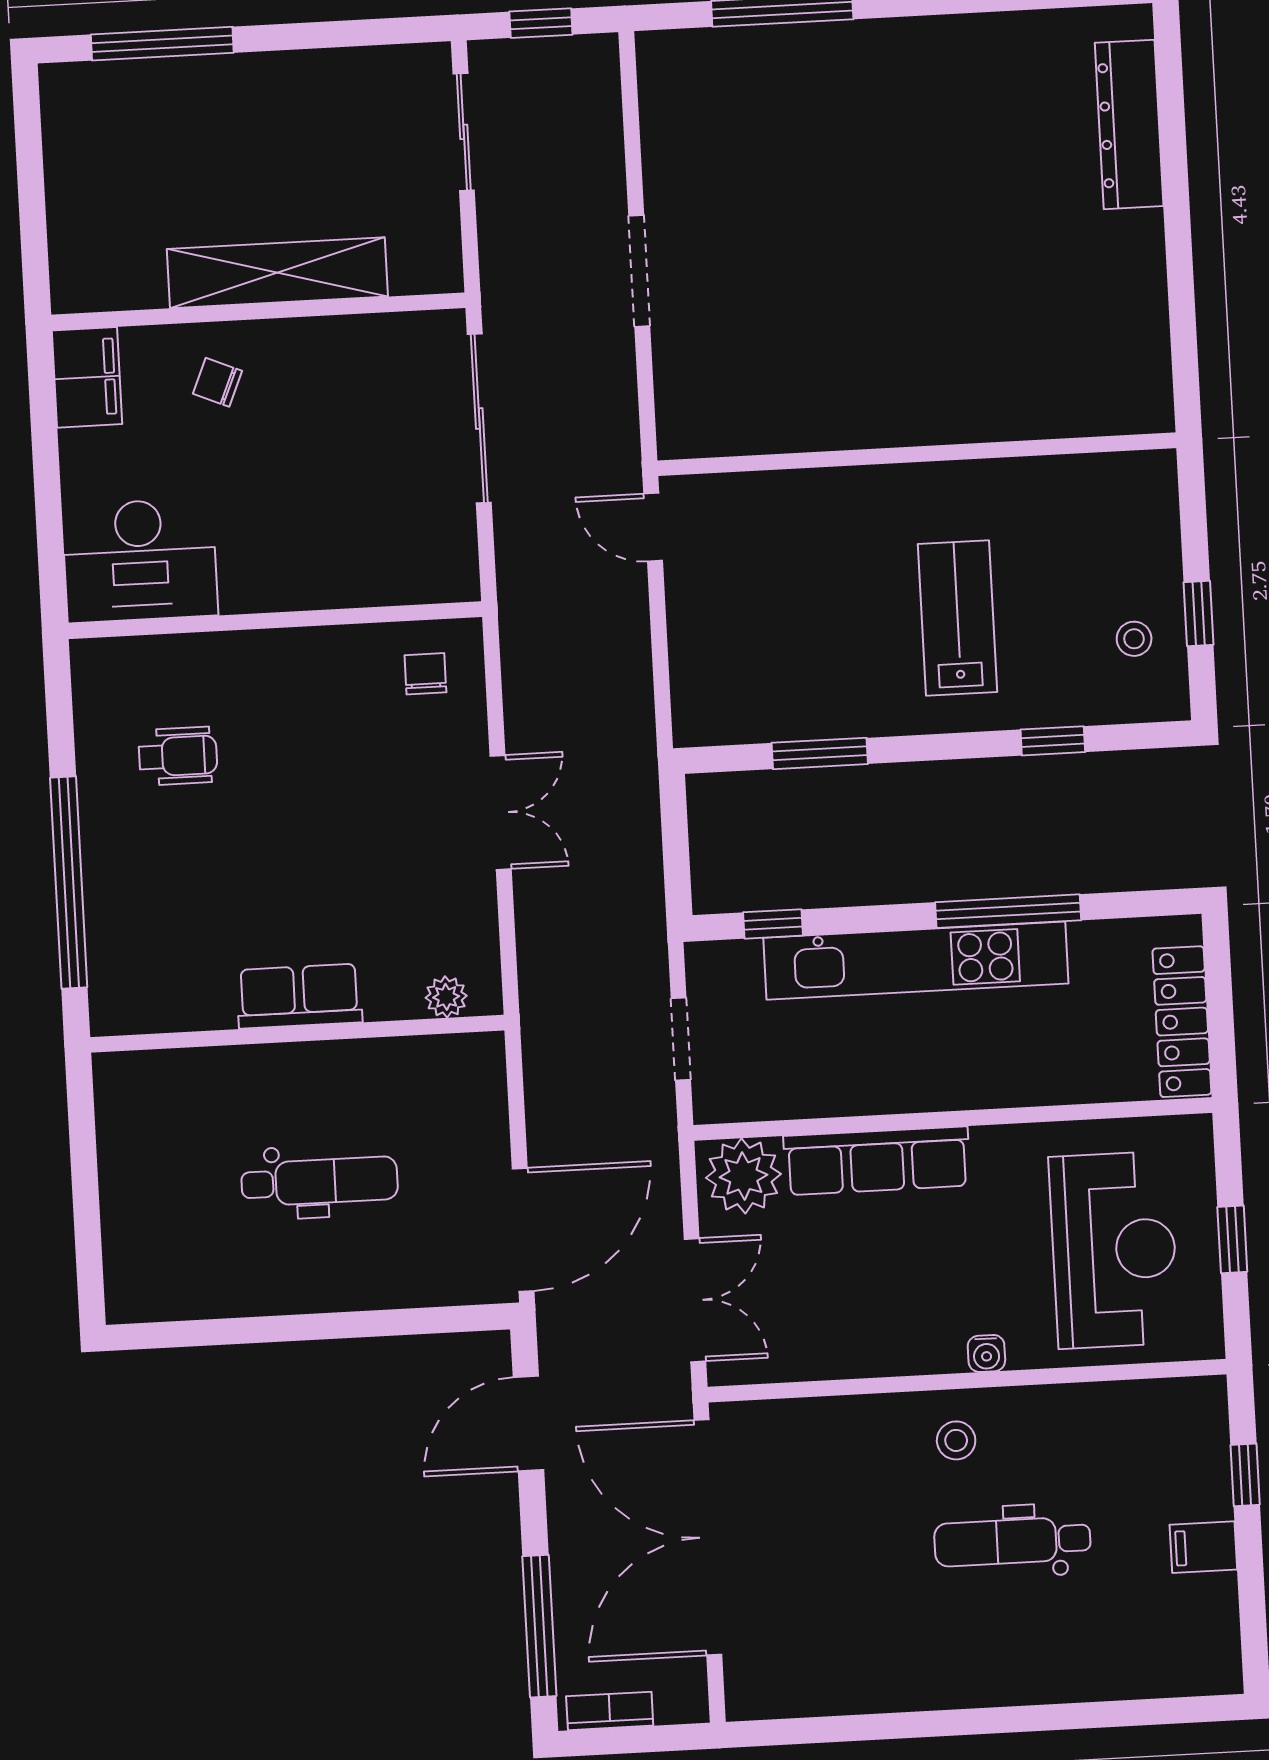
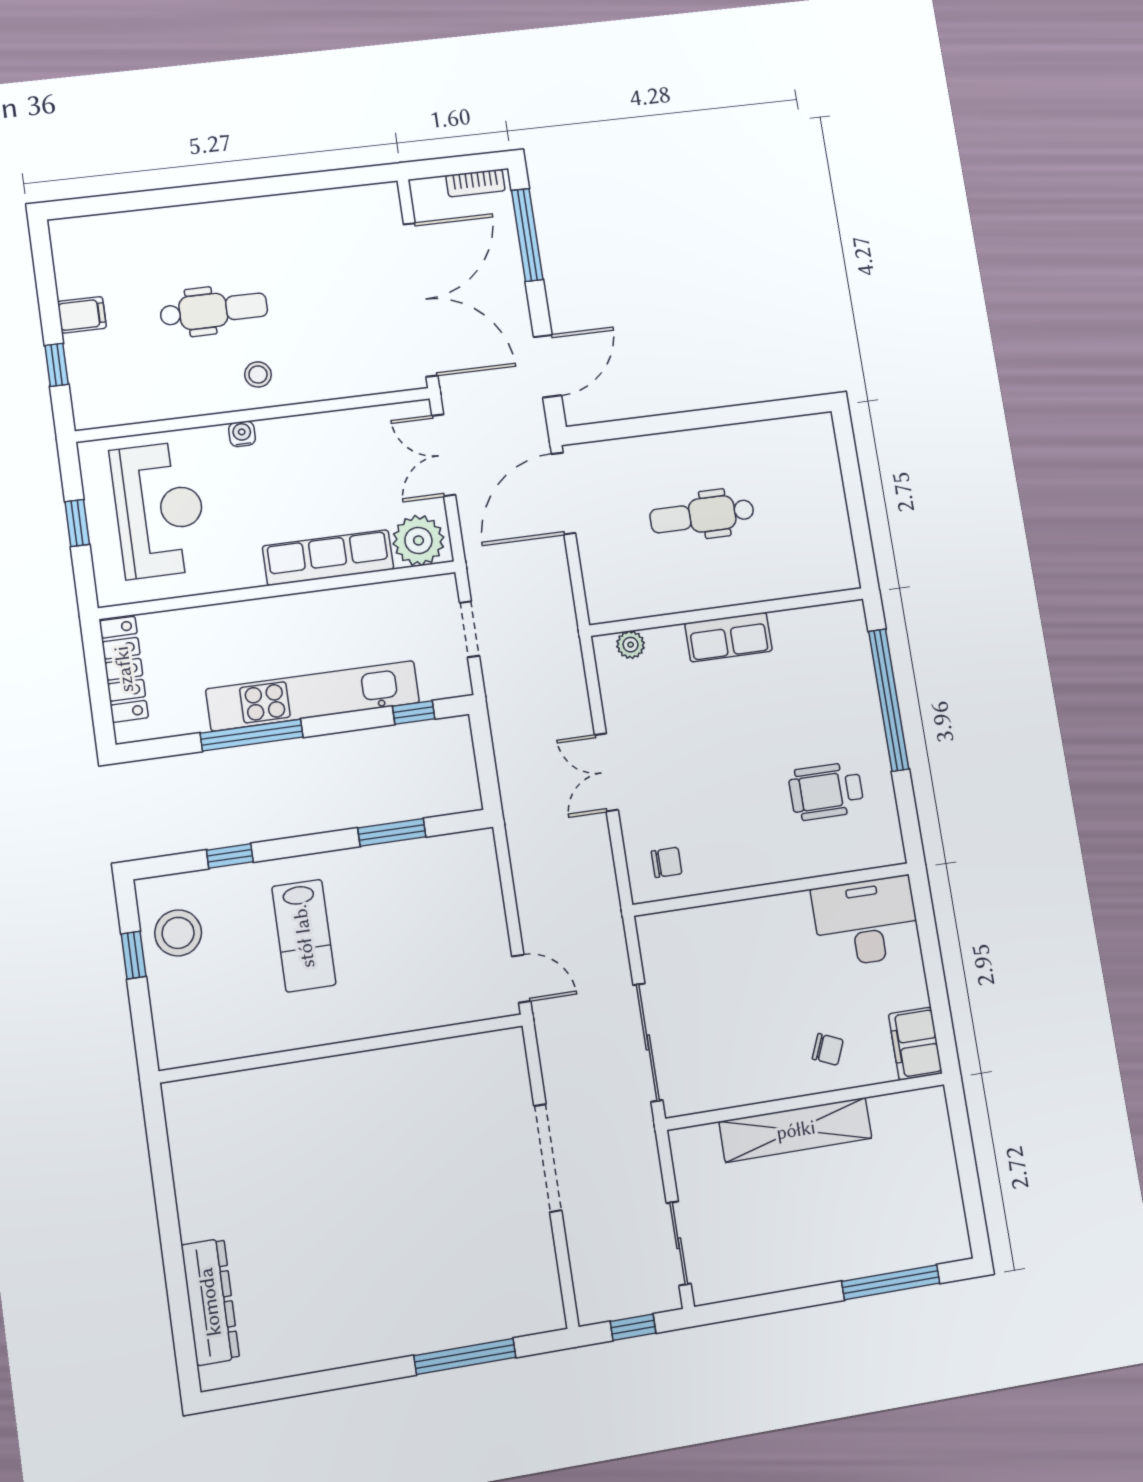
doorway: (639, 271) -> (548, 1158), width x1.36
stool: (1134, 639) -> (178, 933), width x1.89, depth x1.89
chair: (425, 674) -> (667, 862), turned -90
wheelchair: (178, 756) -> (826, 791), width x1.36, depth x1.37
reception desk: (1114, 1250) -> (159, 510), turned 180

